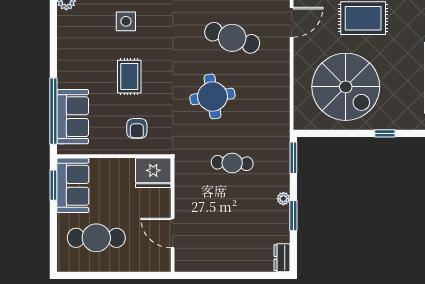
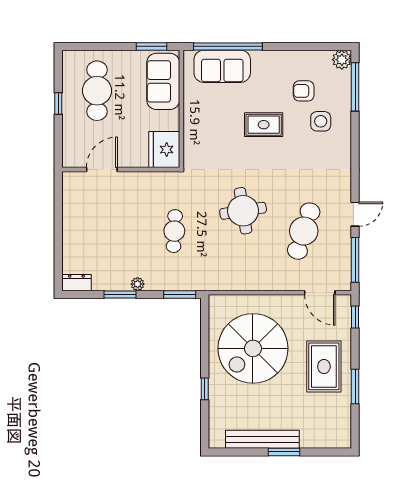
armchair: (137, 128) -> (304, 91), moved
sofa: (73, 185) -> (163, 81), moved, turned 90
window: (109, 275) -> (58, 104), added

